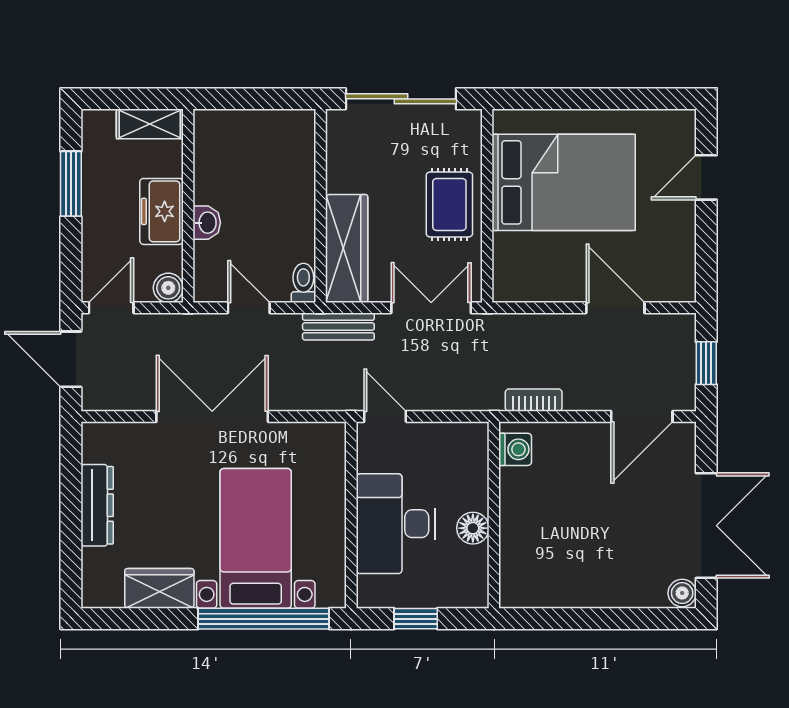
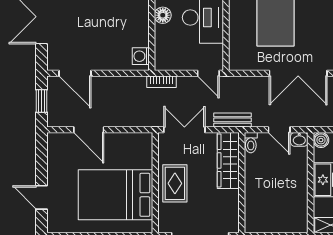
door: (706, 177) -> (42, 197), swing flipped
washbasin: (207, 223) -> (299, 139), moved, turned -90
double door: (431, 308) -> (184, 130), swing flipped
bookcase: (534, 400) -> (161, 82), moved
door: (642, 416) -> (75, 73), swing flipped

